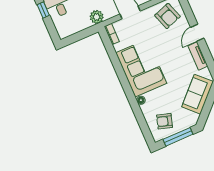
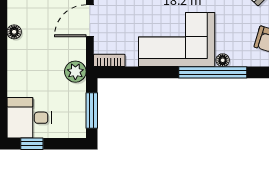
window: (78, 36) -> (92, 111), added
window: (131, 98) -> (213, 72), added

